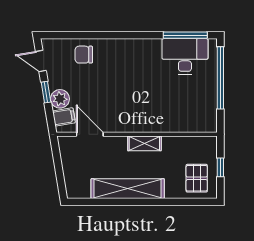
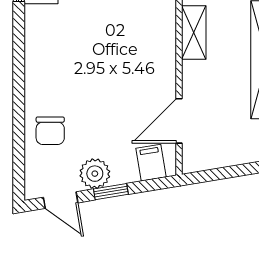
door: (41, 61) -> (61, 200), hinge flipped
plant: (60, 99) -> (95, 174), moved

